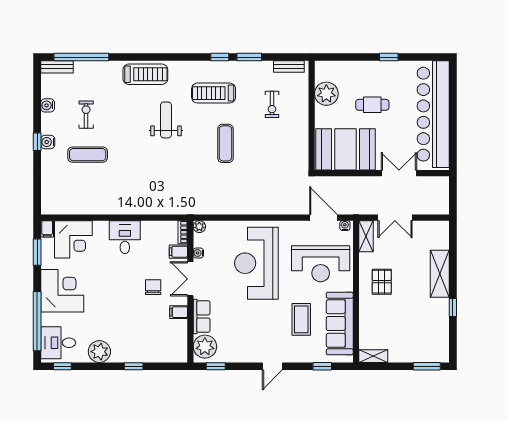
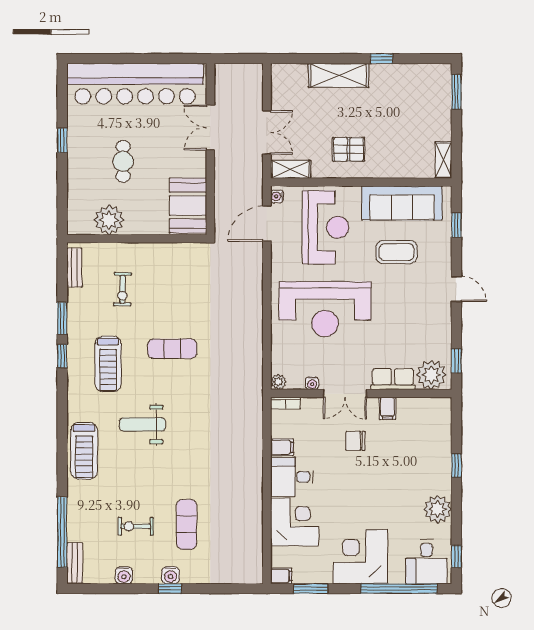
treadmill: (145, 74) -> (84, 451), turned 180
exercise bike: (272, 104) -> (123, 289), turned 91
booth: (346, 149) -> (188, 206), width x0.73, depth x0.70
corner desk: (73, 239) -> (295, 522), moved
filing cabinet: (178, 252) -> (282, 447), moved, turned -90

